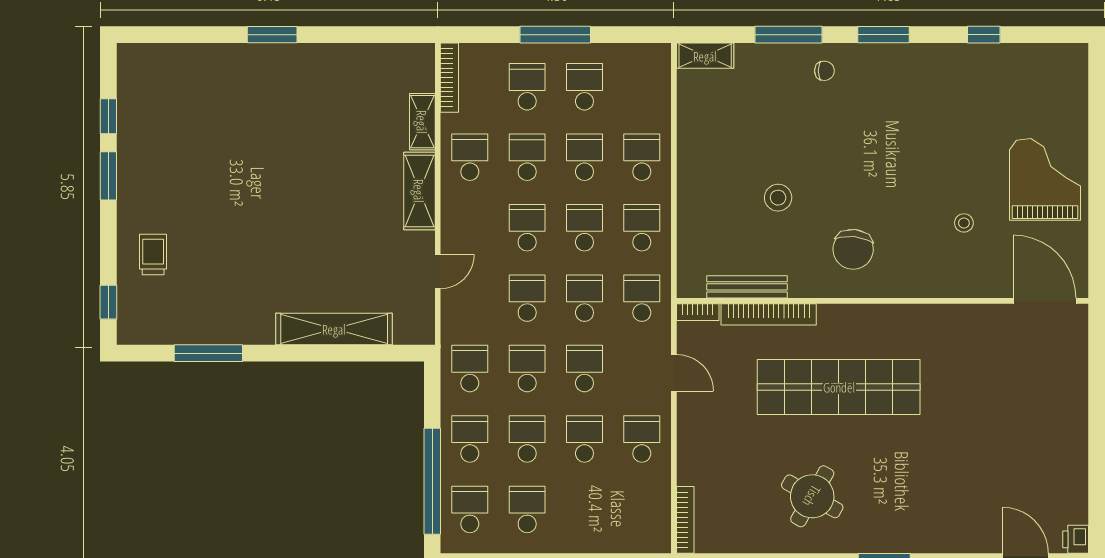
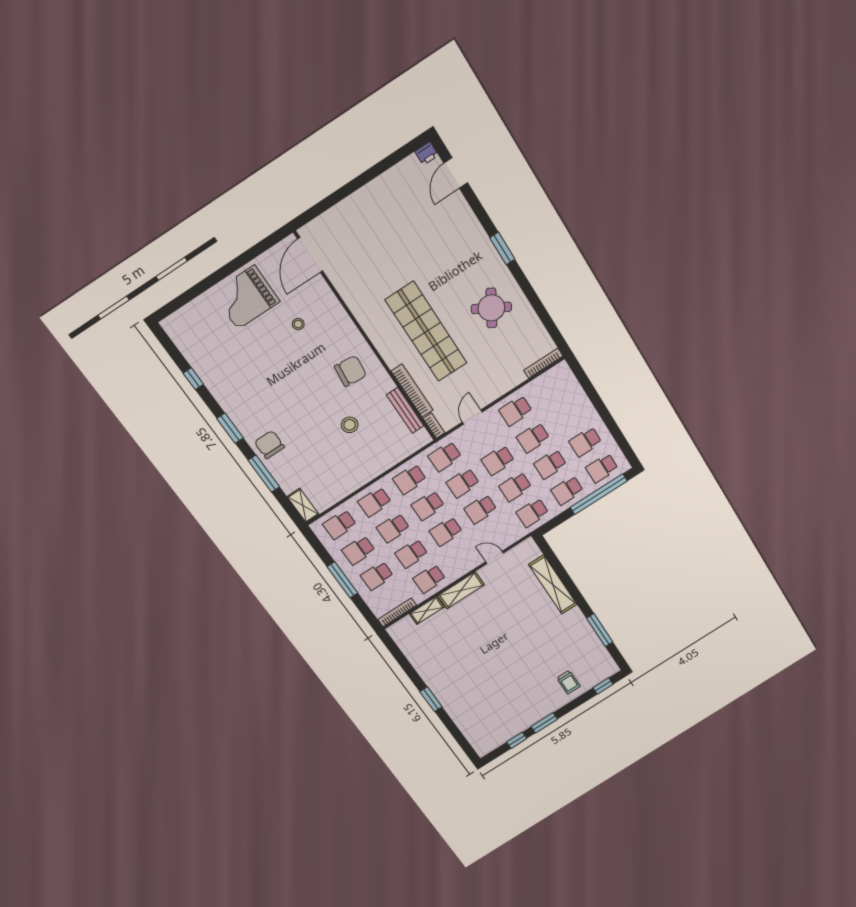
chair: (824, 71) -> (269, 445), width x1.87, depth x1.87
school desk: (642, 87) -> (340, 525), added
trolley: (153, 254) -> (568, 682), turned -90

